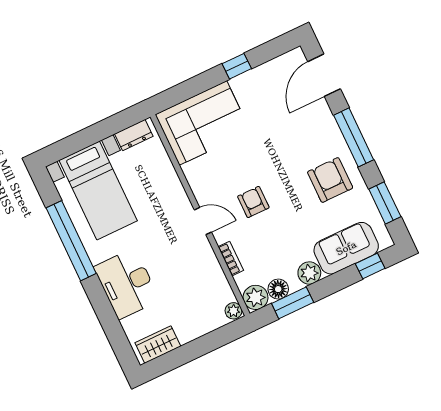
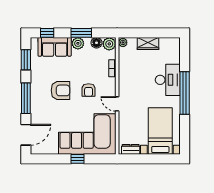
window: (237, 66) -> (78, 159), moved
corner sofa: (203, 123) -> (87, 134), width x1.36, depth x1.36
armchair: (330, 180) -> (60, 90), moved, turned -90
door: (203, 221) -> (117, 104), moved
window: (71, 241) -> (185, 93), moved
window: (293, 303) -> (81, 33), moved
wardrobe: (158, 345) -> (148, 44), moved

